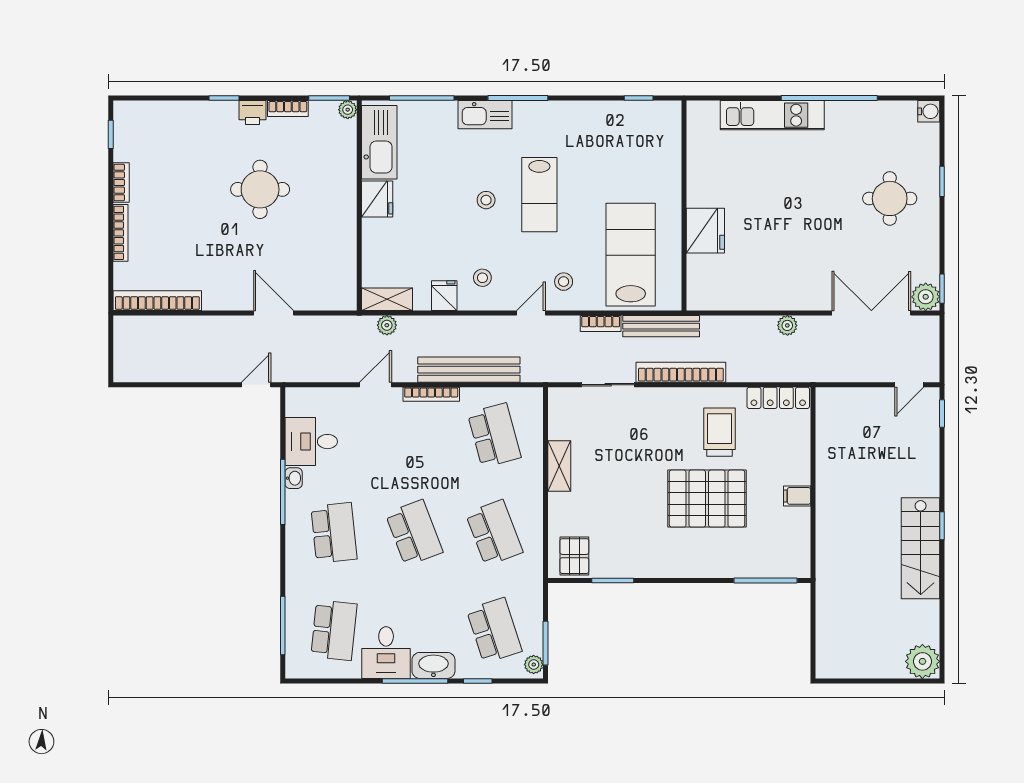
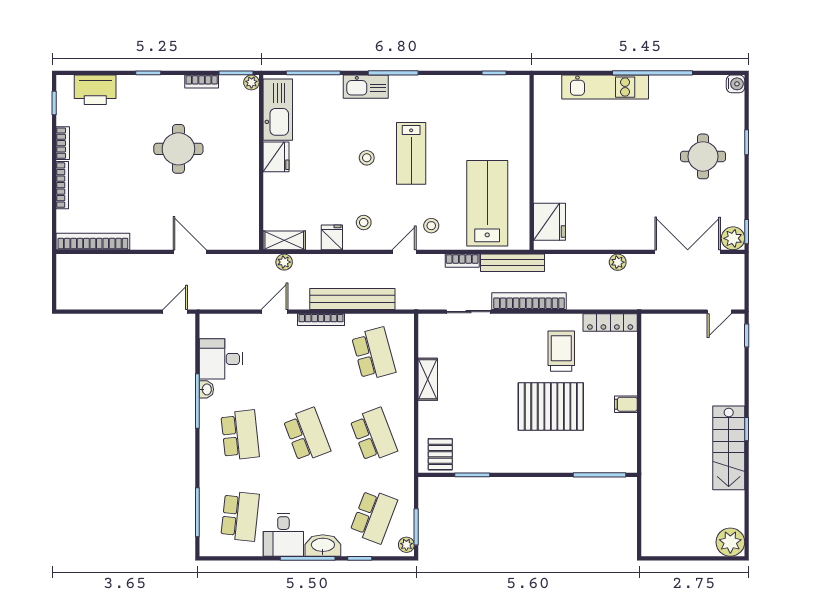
printer: (253, 113) -> (95, 90), moved, width x1.87, depth x1.48
fridge: (705, 231) -> (549, 222), moved
school desk: (494, 630) -> (374, 516), turned 39

